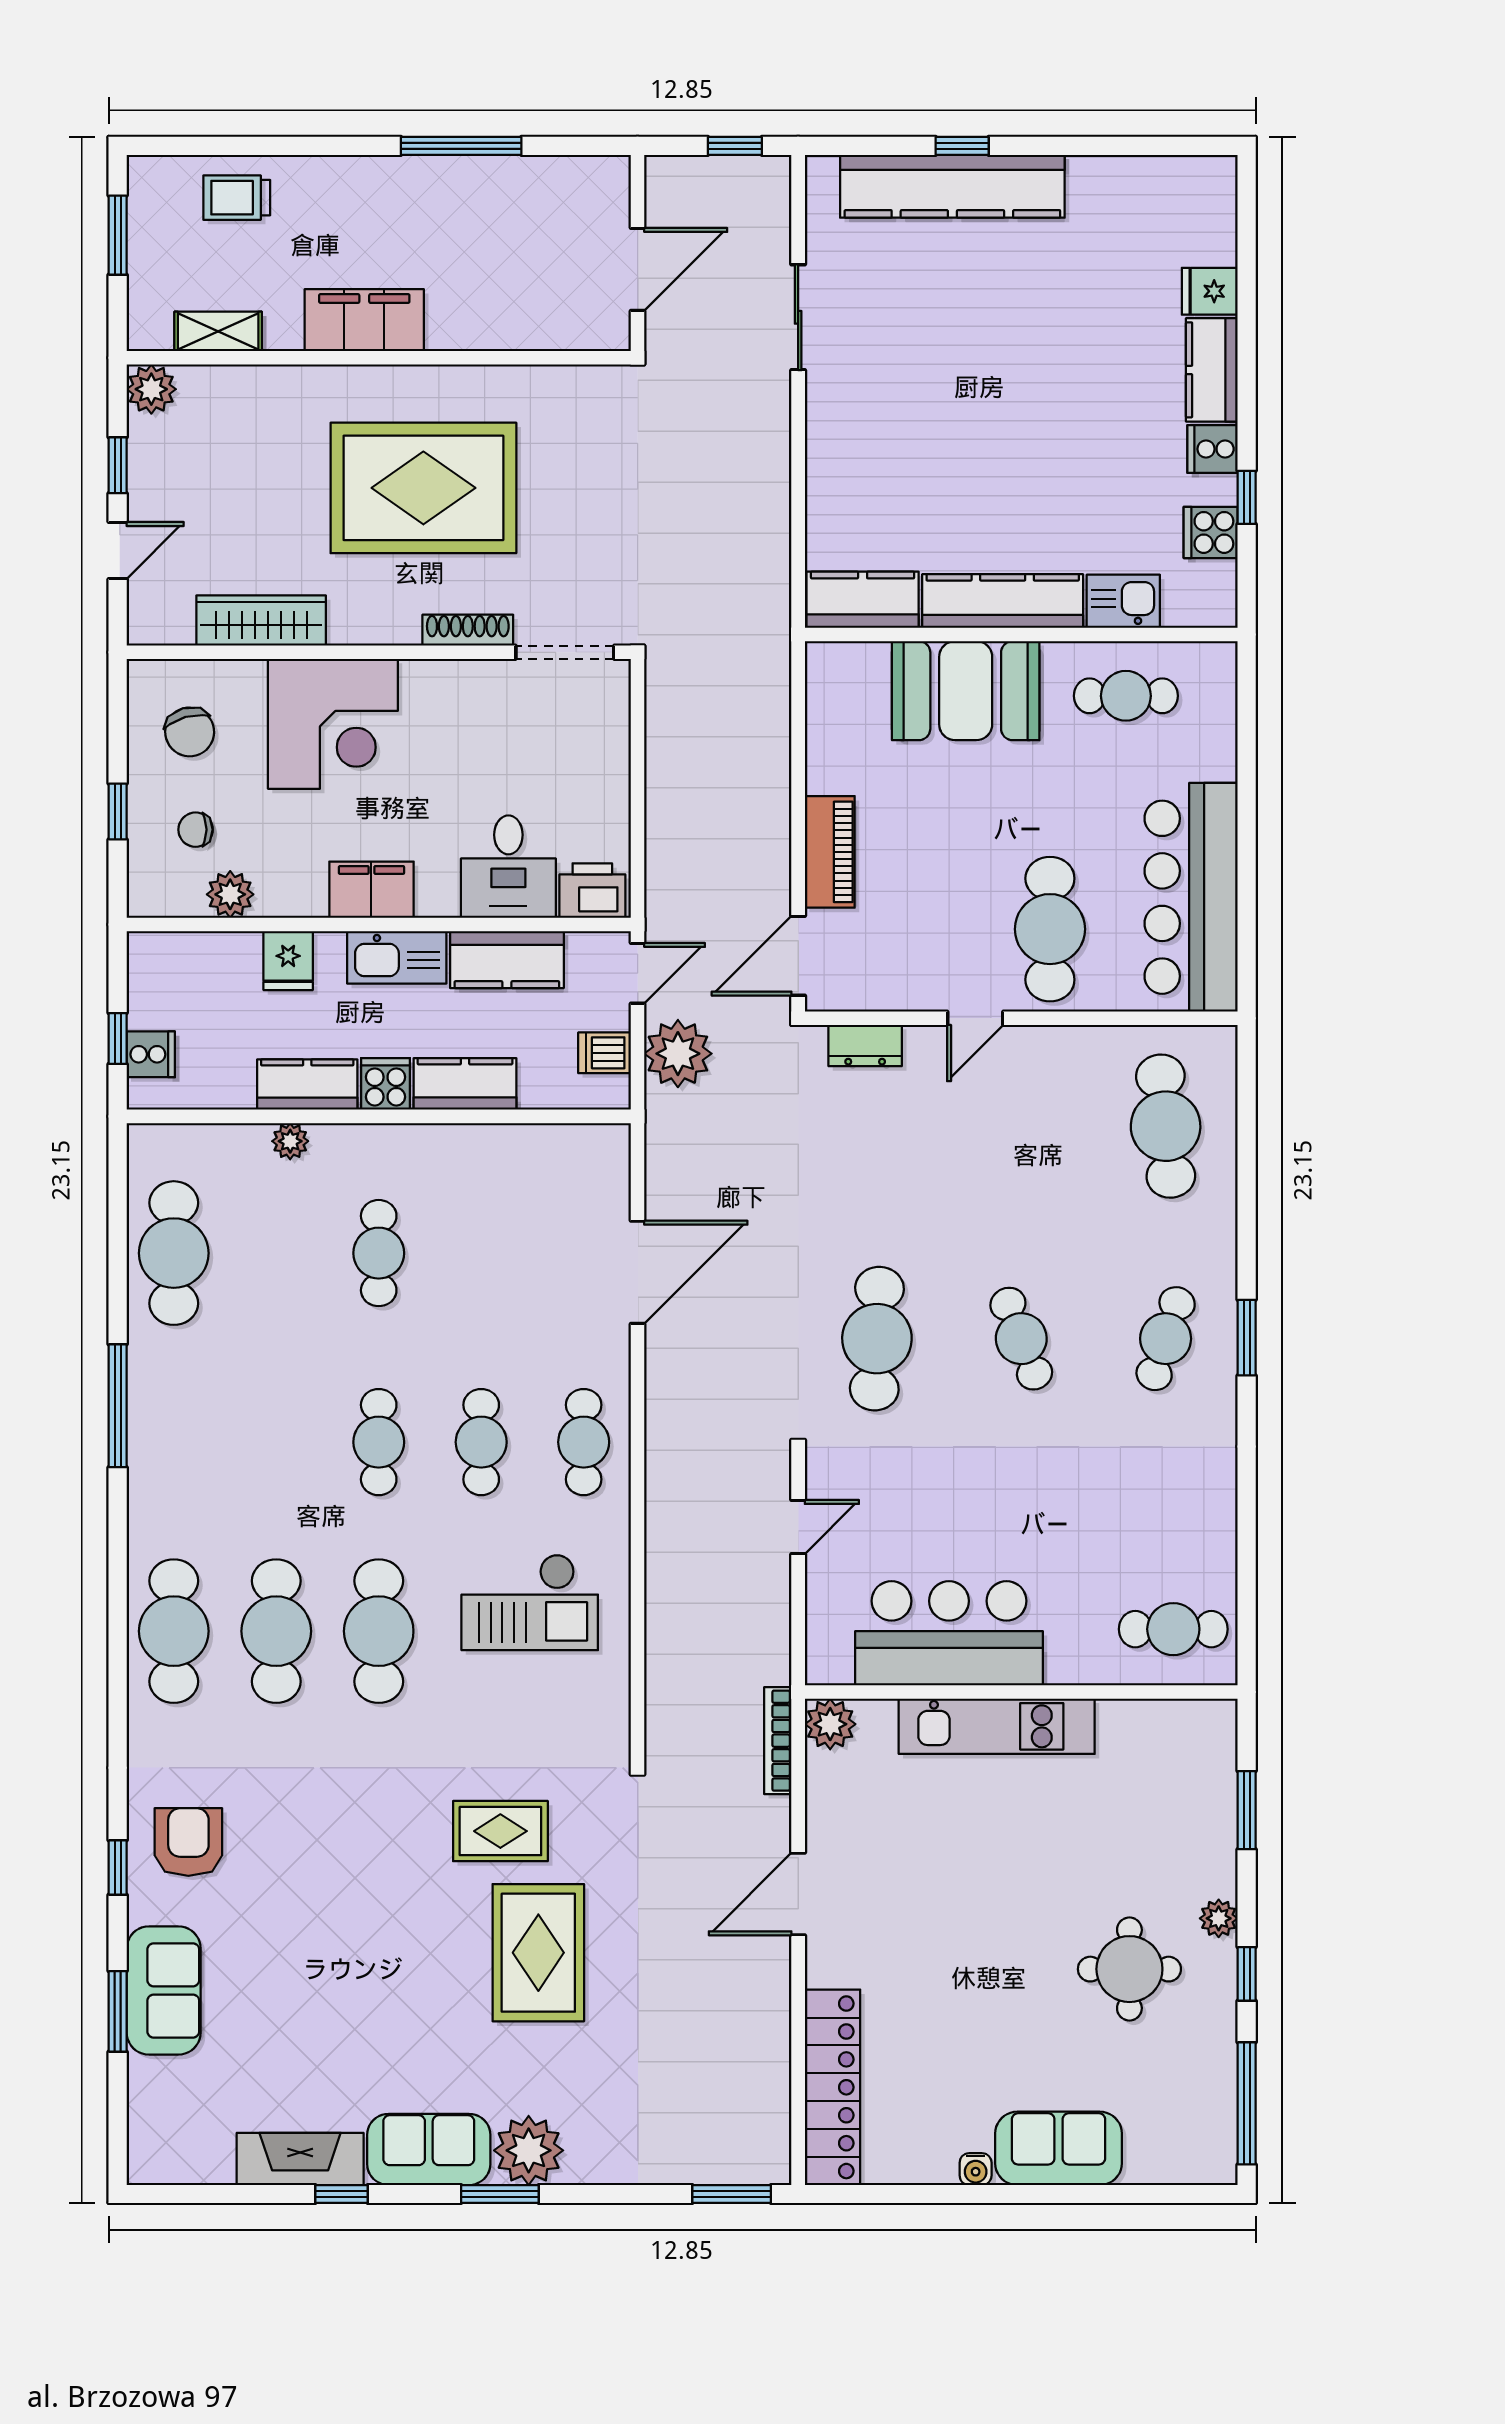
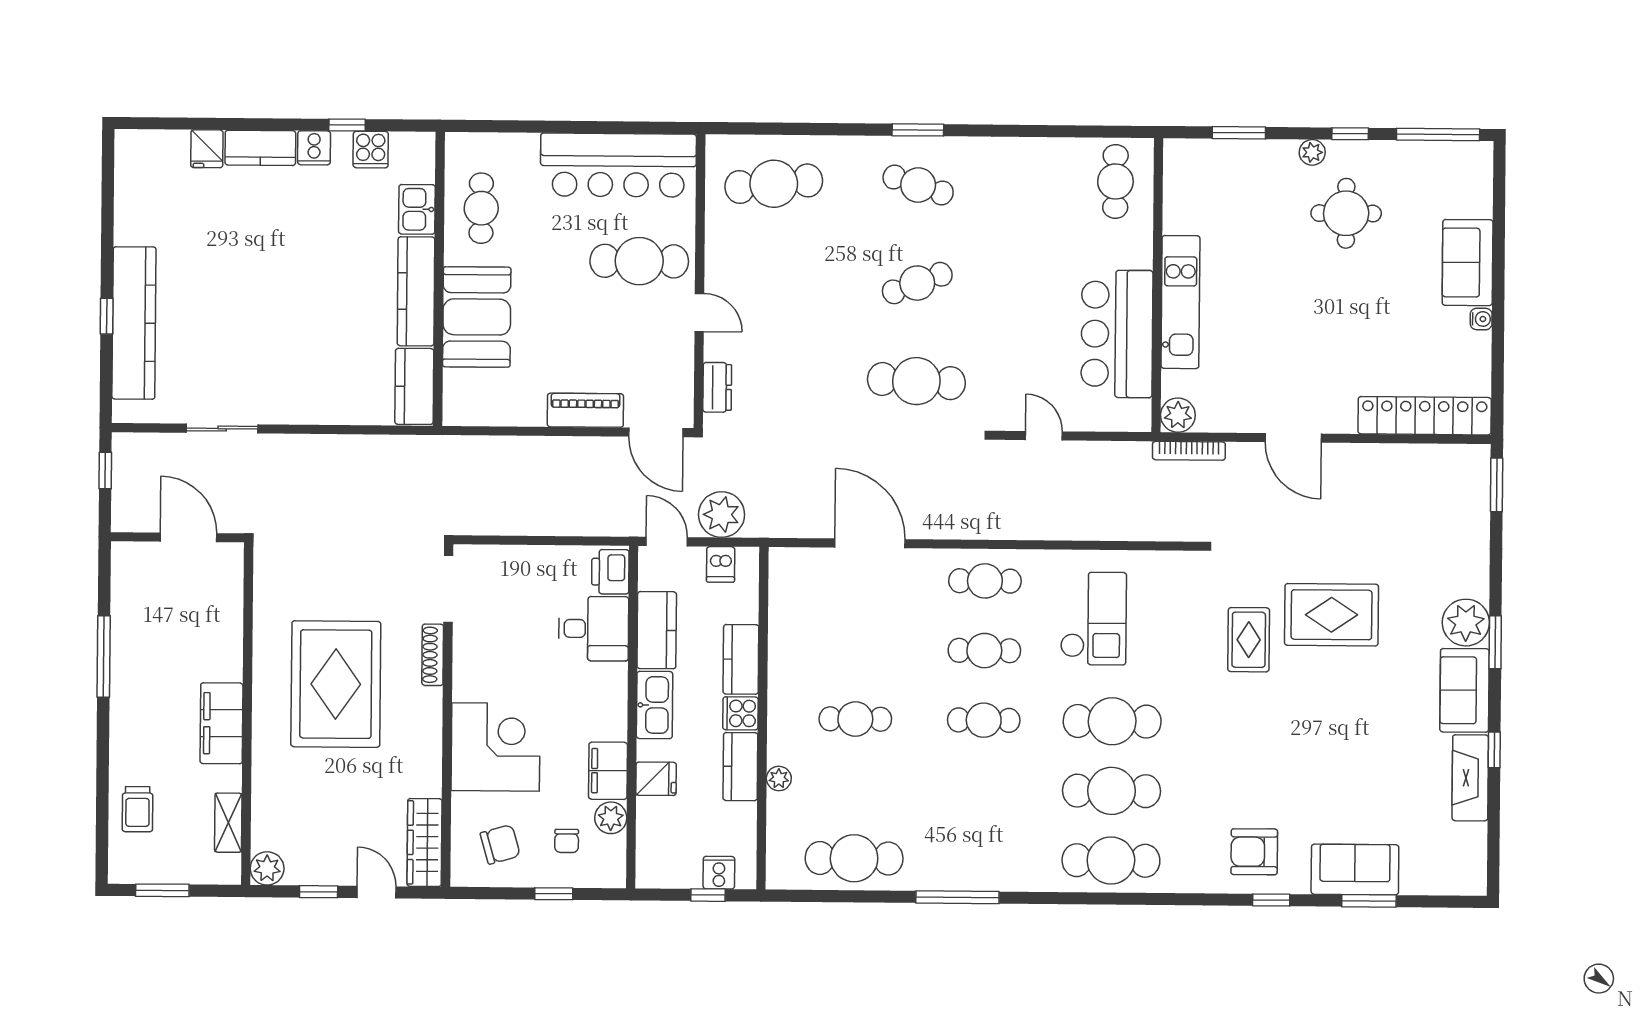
wardrobe: (261, 621) -> (425, 842), moved
filing cabinet: (371, 890) -> (608, 771), moved

